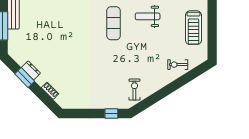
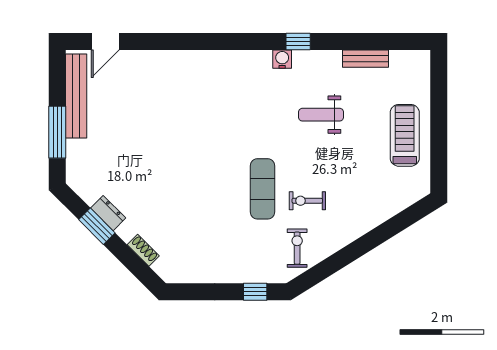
exercise mat: (114, 23) -> (263, 189), moved
treadmill: (193, 28) -> (405, 135), turned 180
exercise bike: (178, 65) -> (307, 201), moved

